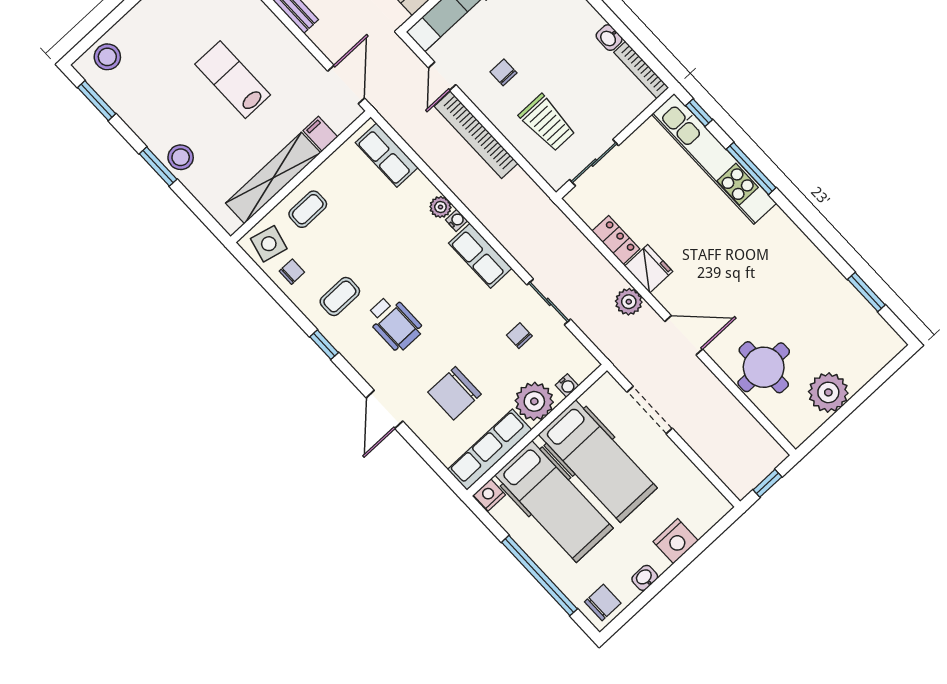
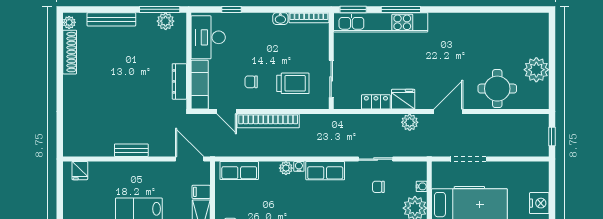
window: (699, 113) -> (353, 9), width x1.50
window: (866, 292) -> (507, 9), removed

